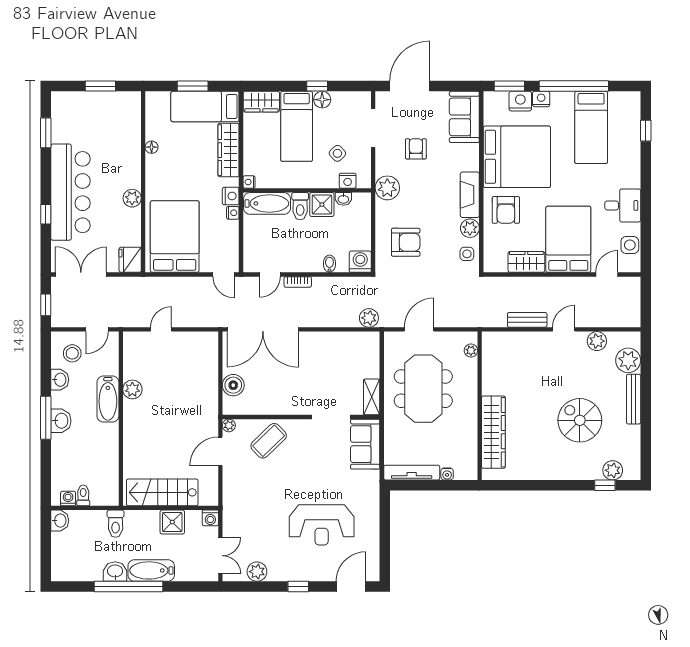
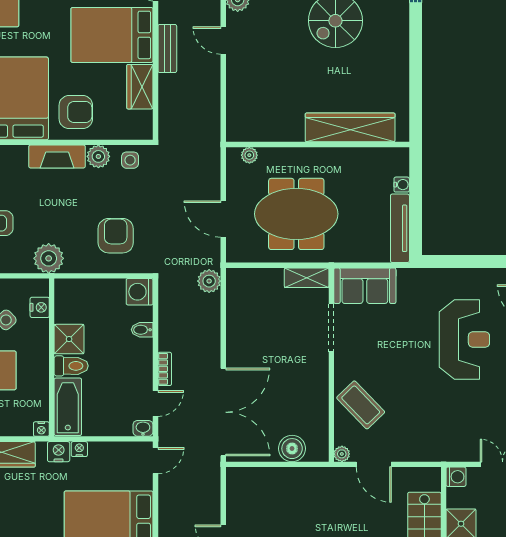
washbasin: (343, 199) -> (143, 428), moved, turned -90
door: (270, 274) -> (155, 403), hinge flipped
bench: (527, 320) -> (167, 48), moved

